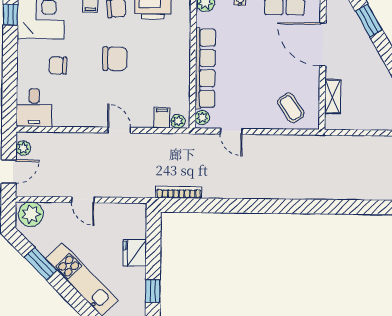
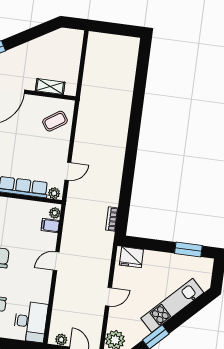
desk: (34, 108) -> (31, 322), width x1.37
bookcase: (179, 192) -> (112, 219), width x0.64
fridge: (135, 253) -> (131, 257), moved
window: (153, 291) -> (188, 250), width x1.50

